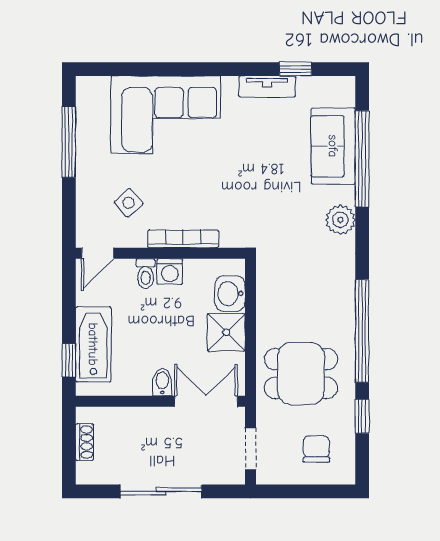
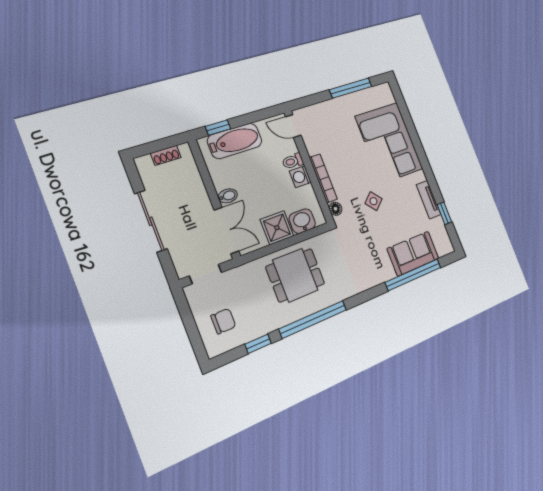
side table: (129, 203) -> (373, 201), moved
plant: (340, 220) -> (374, 276), removed
floor lamp: (230, 238) -> (336, 209), added
dining table: (301, 374) -> (295, 275), moved, turned 90

